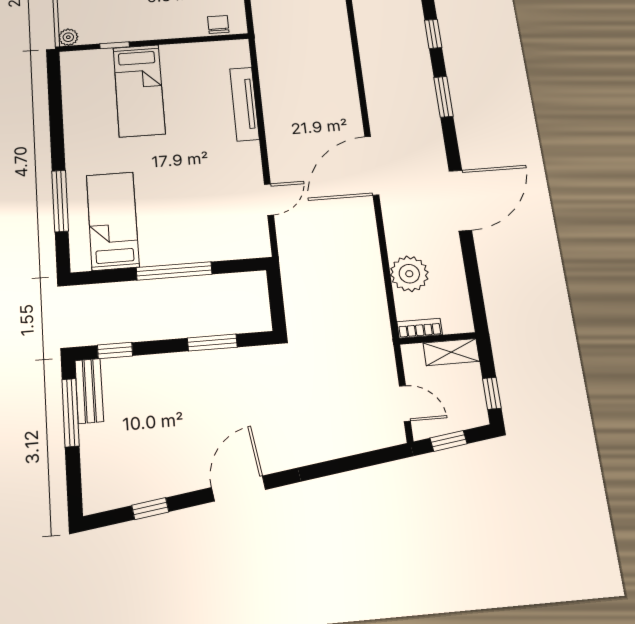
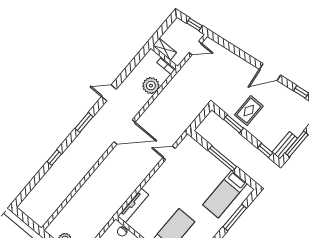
window: (443, 97) -> (84, 122), moved
tv unit: (244, 104) -> (133, 205), moved
door: (460, 200) -> (109, 93), width x0.53
rug: (209, 389) -> (249, 111), added
window: (492, 393) -> (166, 25), removed
door: (405, 404) -> (195, 48), swing flipped

